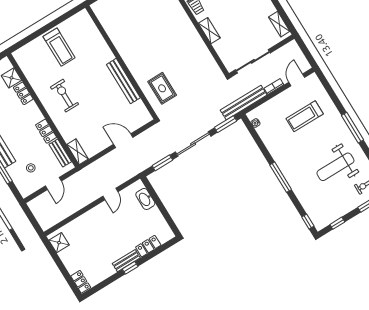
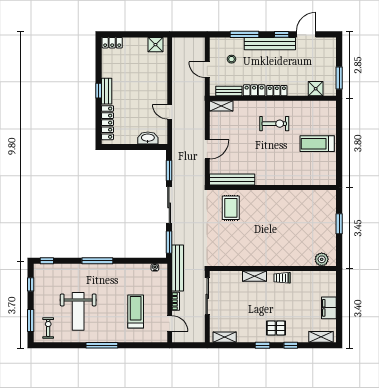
bench: (123, 81) -> (232, 180), moved
rug: (162, 88) -> (231, 208), turned 90
locker: (23, 93) -> (277, 91), moved
weight bench: (335, 167) -> (78, 311), turned 180
locker: (148, 246) -> (107, 123), width x1.53

